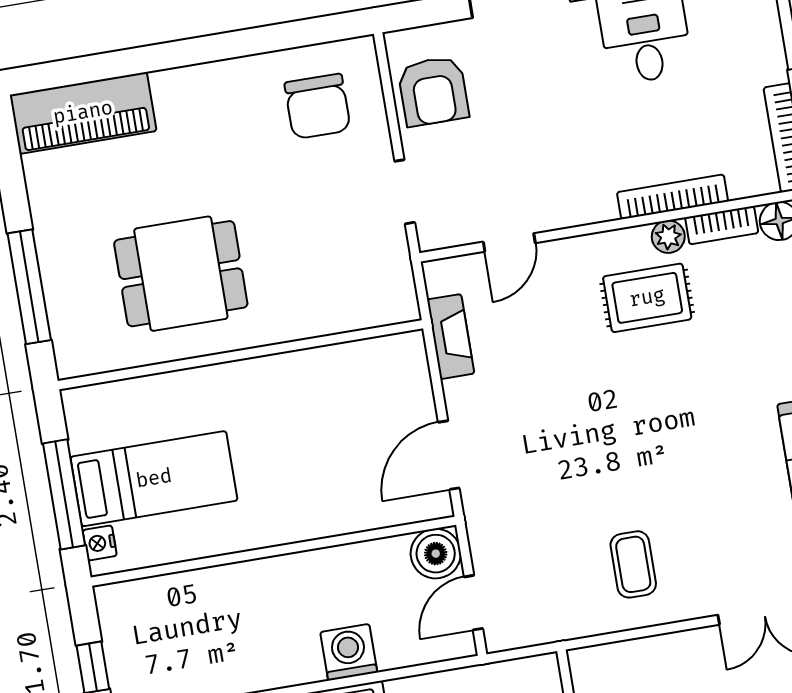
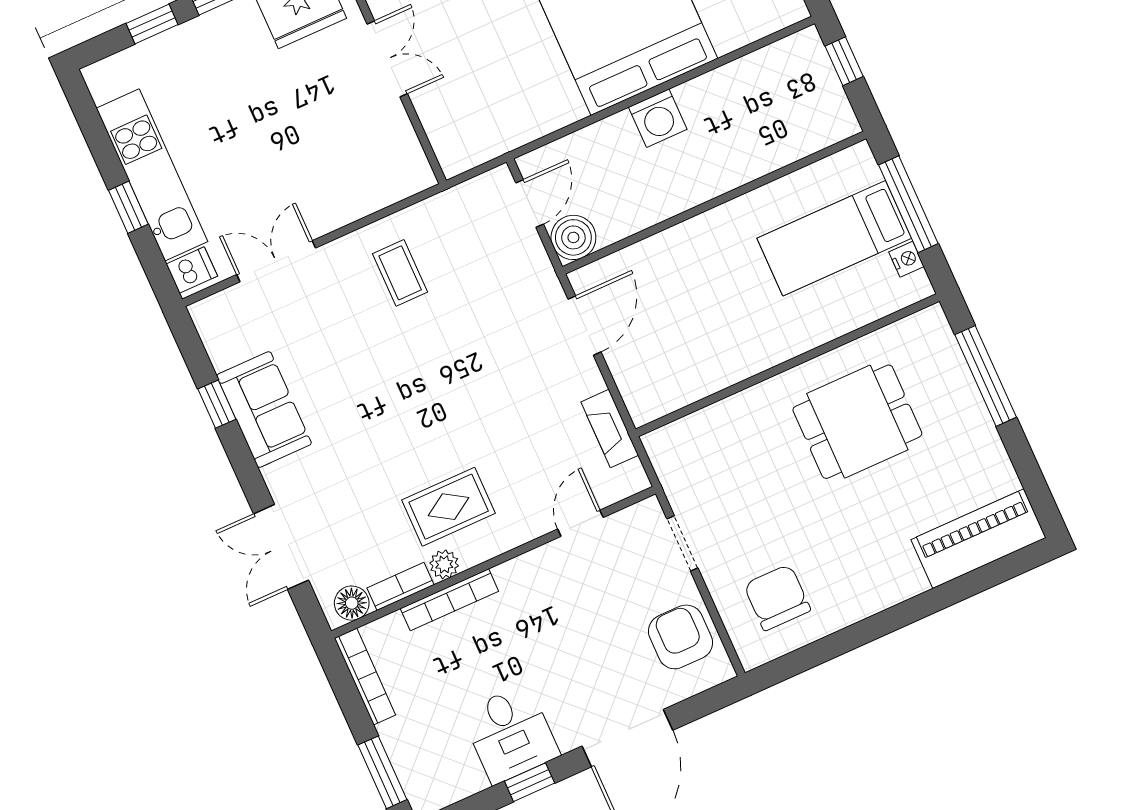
nightstand: (100, 543) -> (906, 259), moved
washing machine: (349, 652) -> (658, 118), moved

